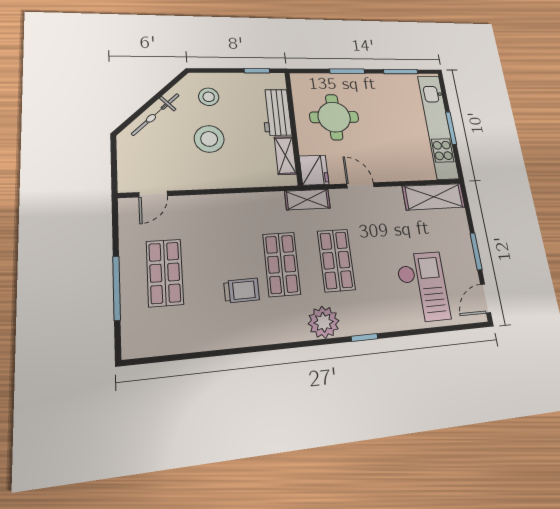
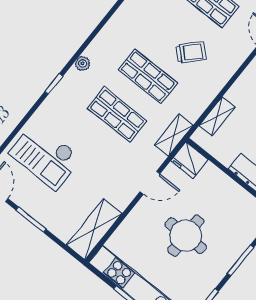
round table: (334, 117) -> (186, 236), moved
shelving: (285, 156) -> (217, 116), moved, turned 90
trolley: (242, 290) -> (191, 52), moved, turned -136
plant: (324, 322) -> (83, 63), width x0.53, depth x0.53

